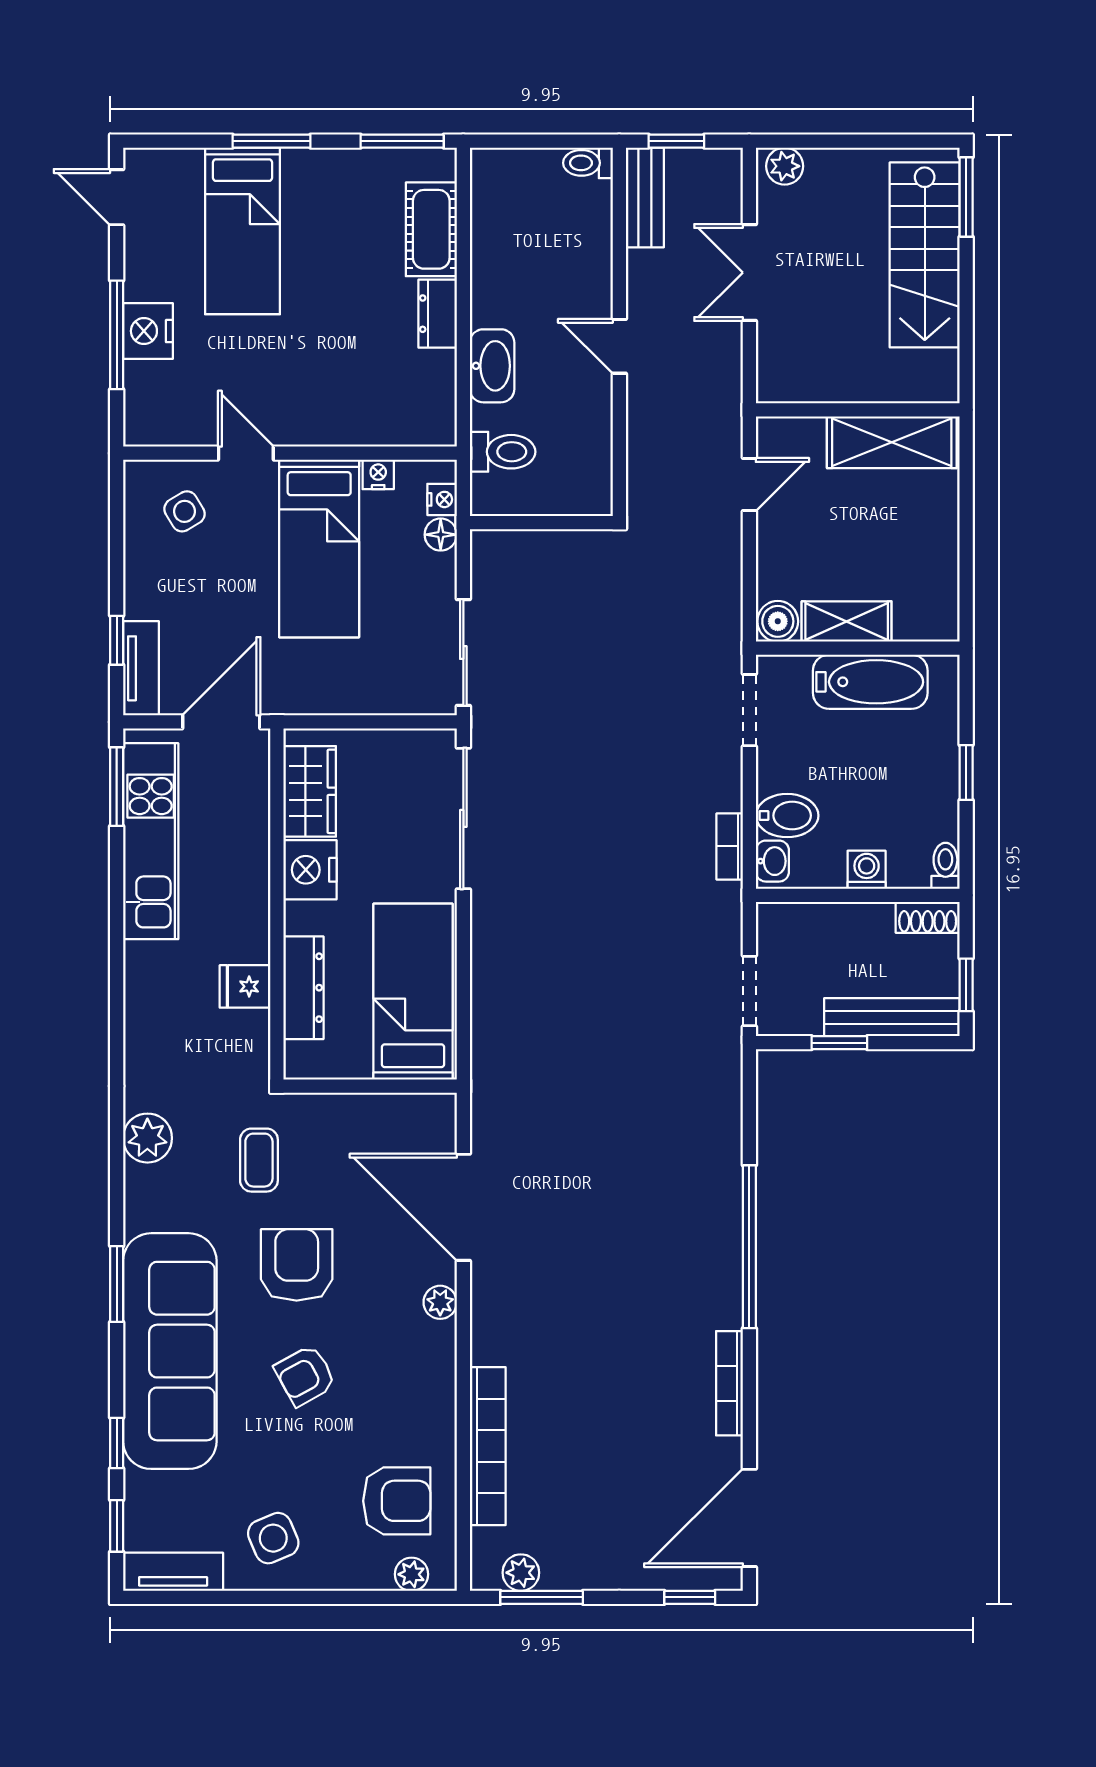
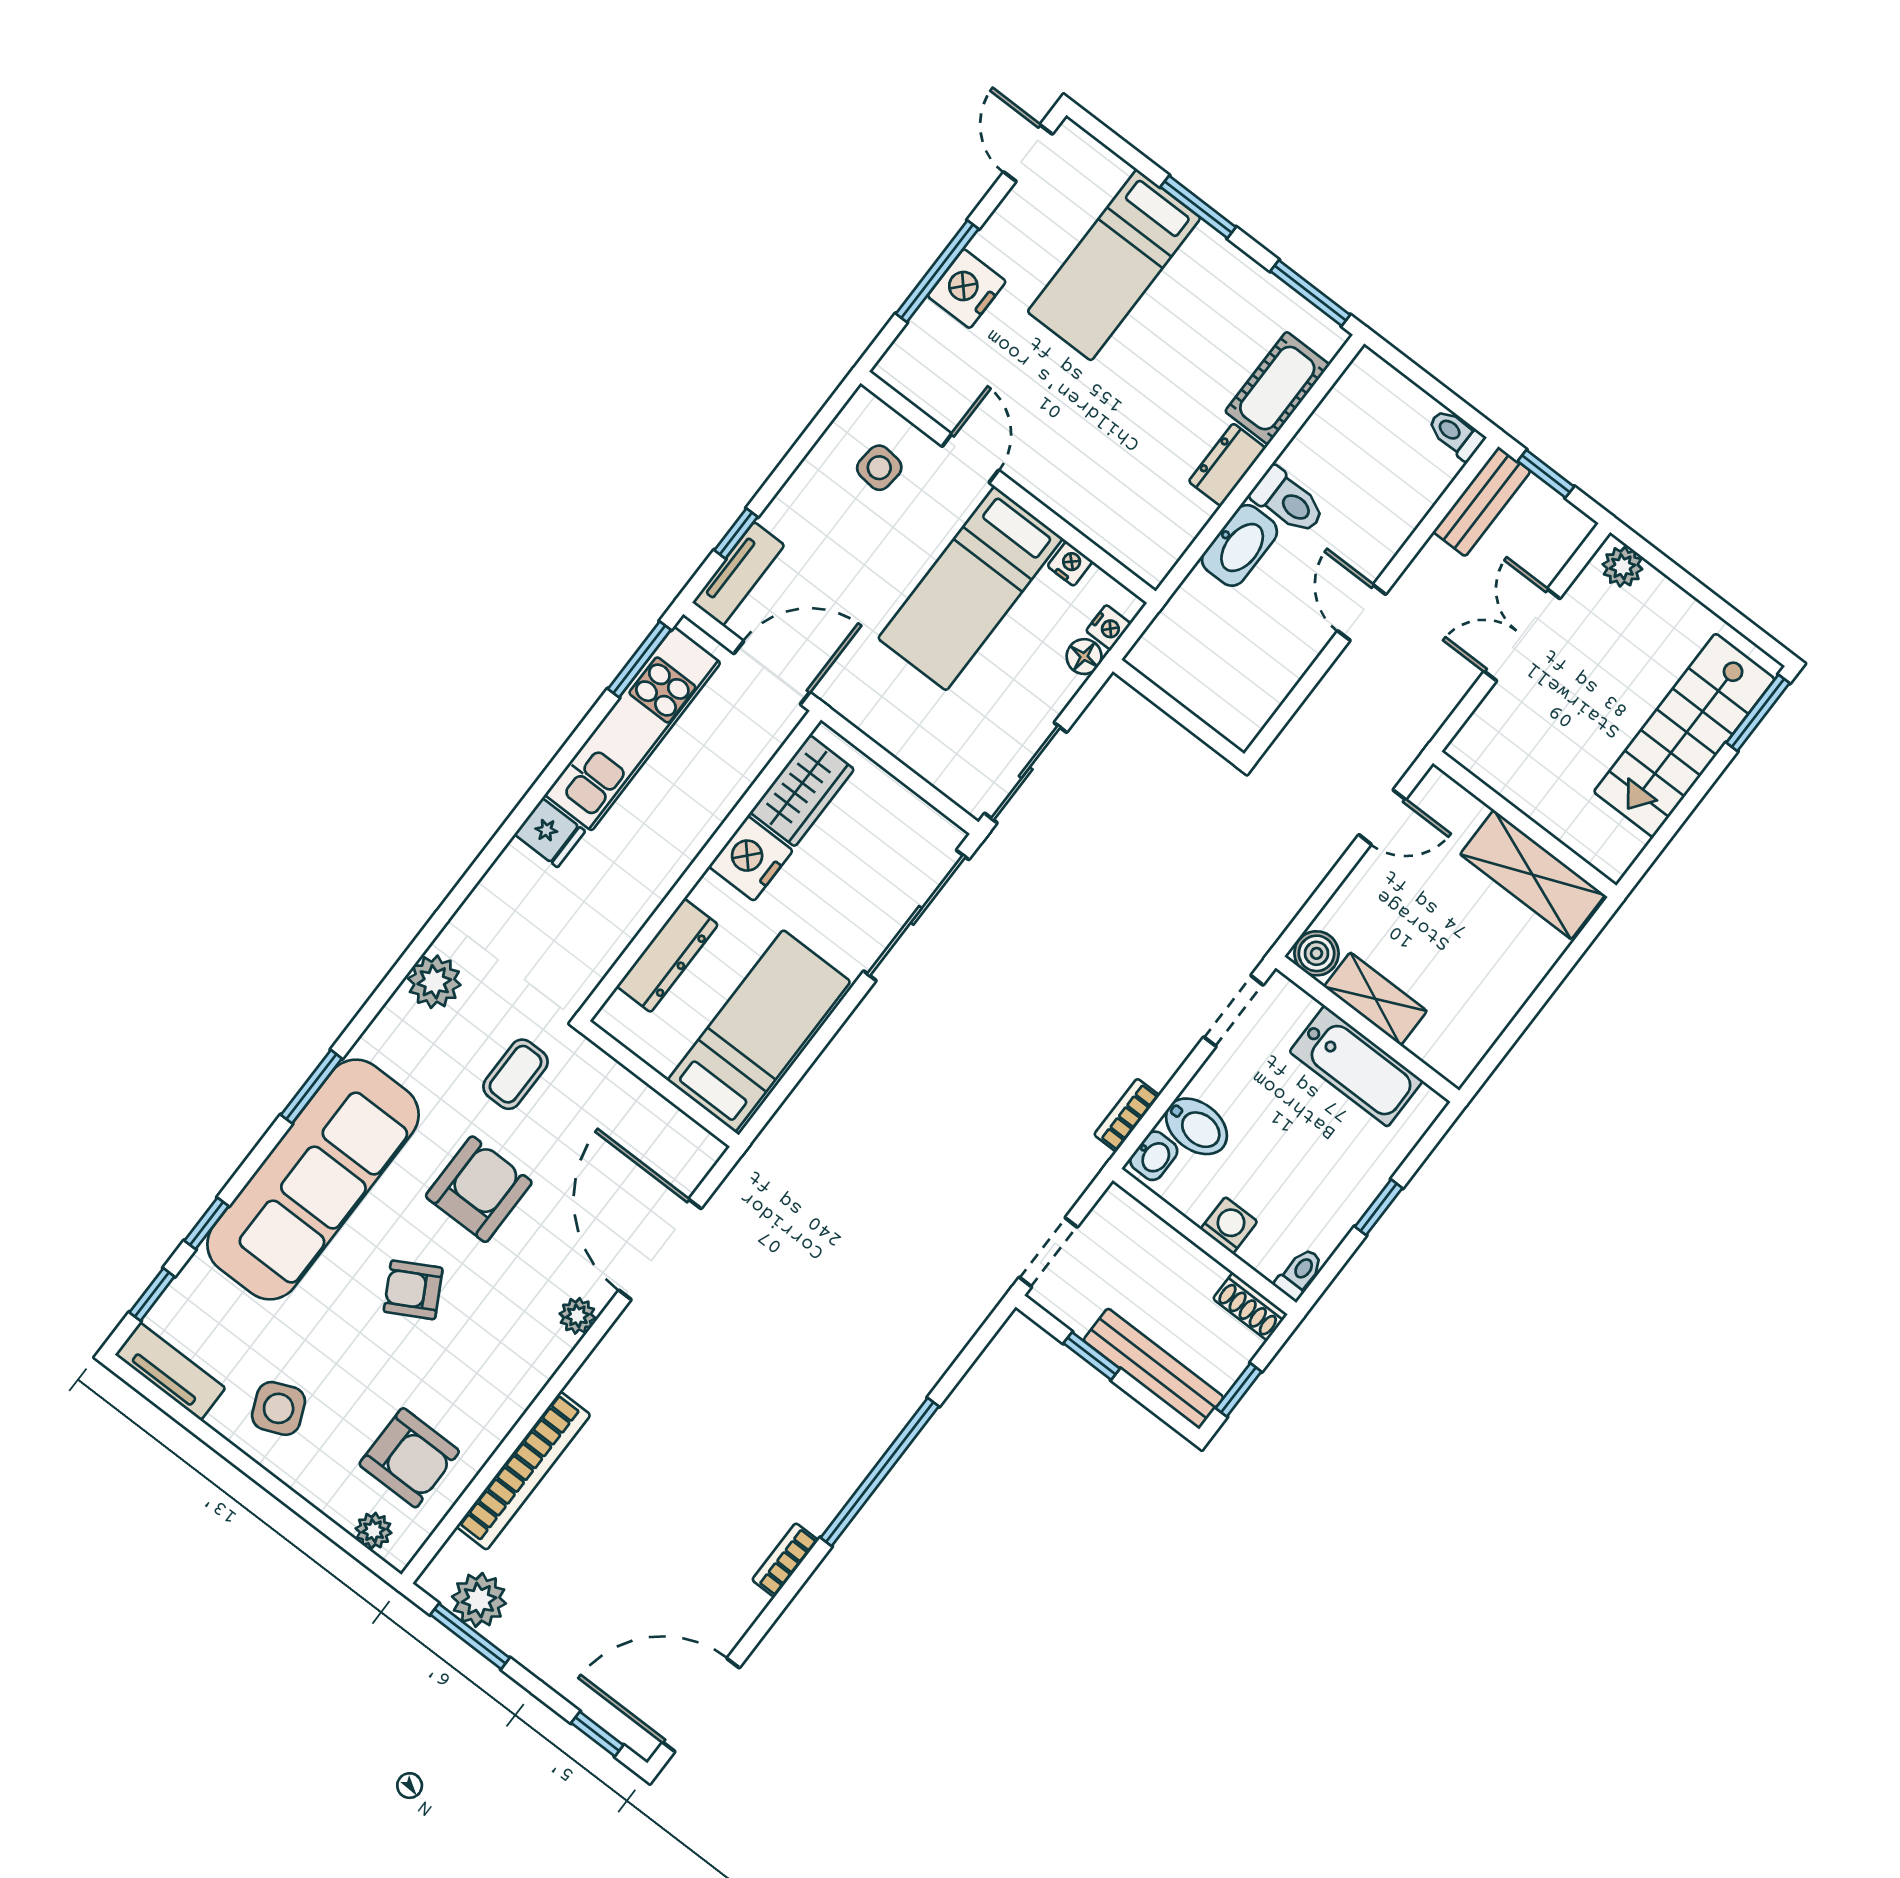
toilet: (503, 452) -> (1288, 501), moved
side table: (185, 511) -> (879, 468), turned 37
fridge: (245, 986) -> (550, 833), moved, turned 180
bookcase: (729, 1383) -> (785, 1560), width x0.64
plant: (521, 1573) -> (479, 1600), width x1.38, depth x1.38

